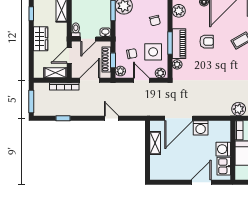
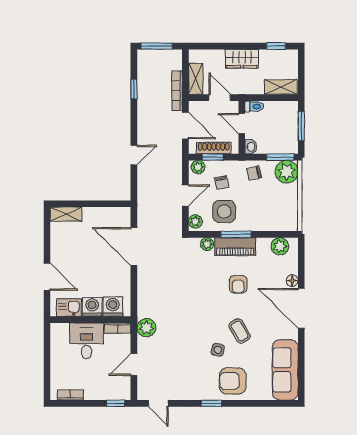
chair: (155, 21) -> (254, 173), moved
washing machine: (201, 128) -> (113, 307), moved, turned 90
shelving: (155, 143) -> (66, 214), moved

